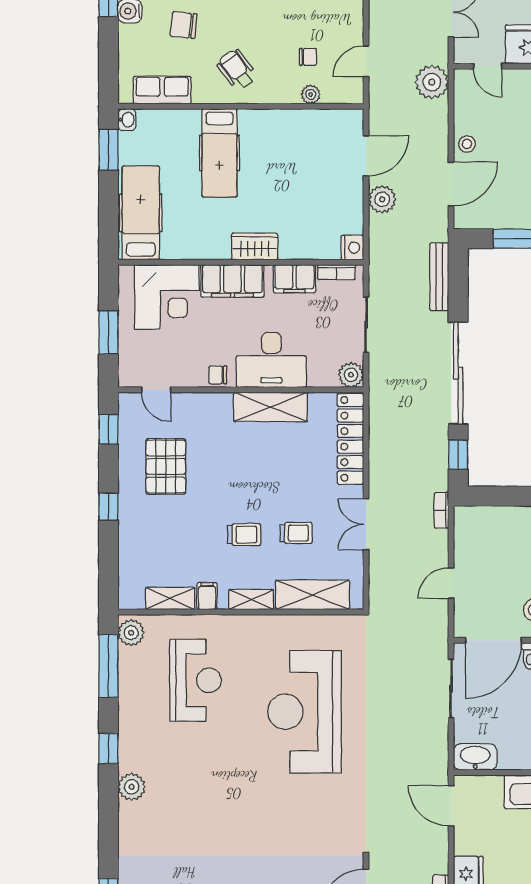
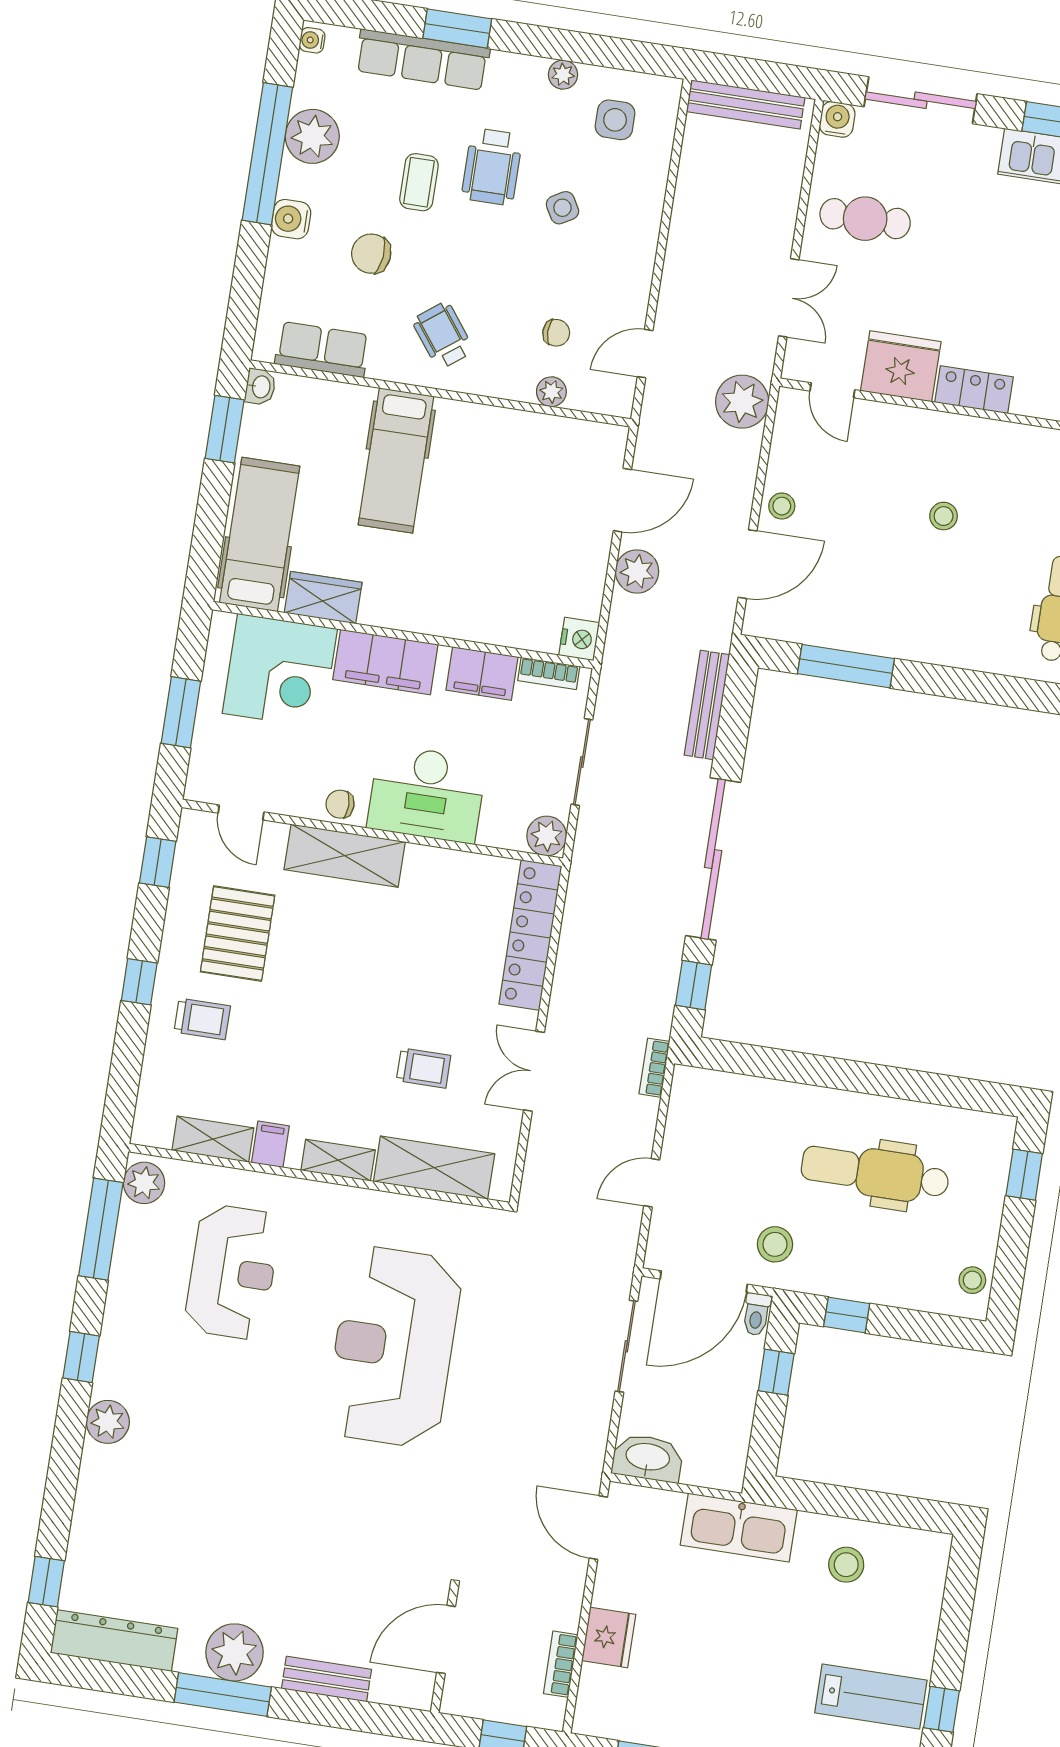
wardrobe: (255, 246) -> (323, 598), moved
shelving: (271, 407) -> (345, 856), moved
trolley: (244, 535) -> (202, 1019), moved

